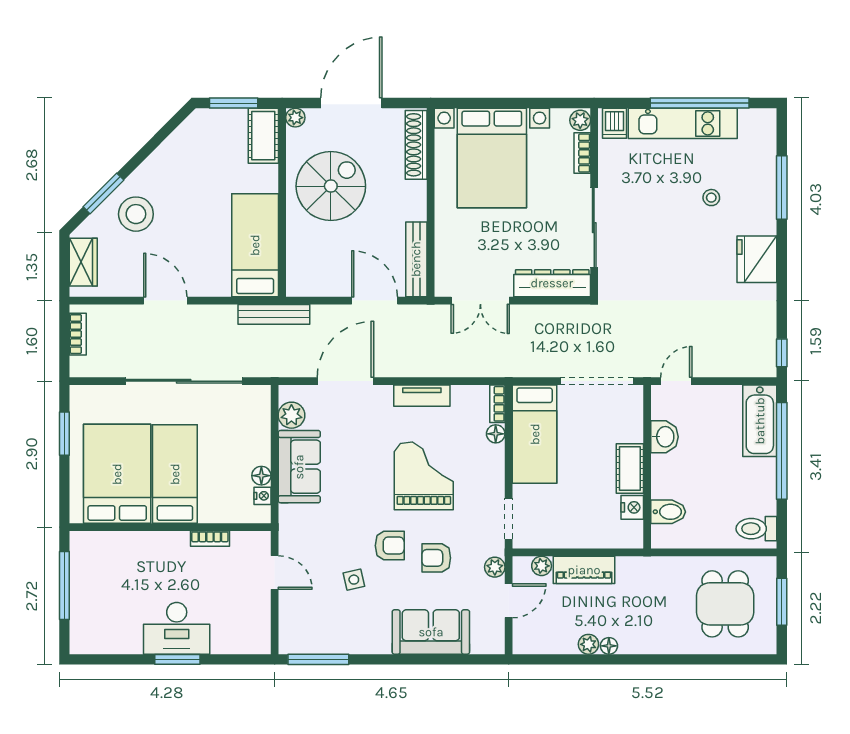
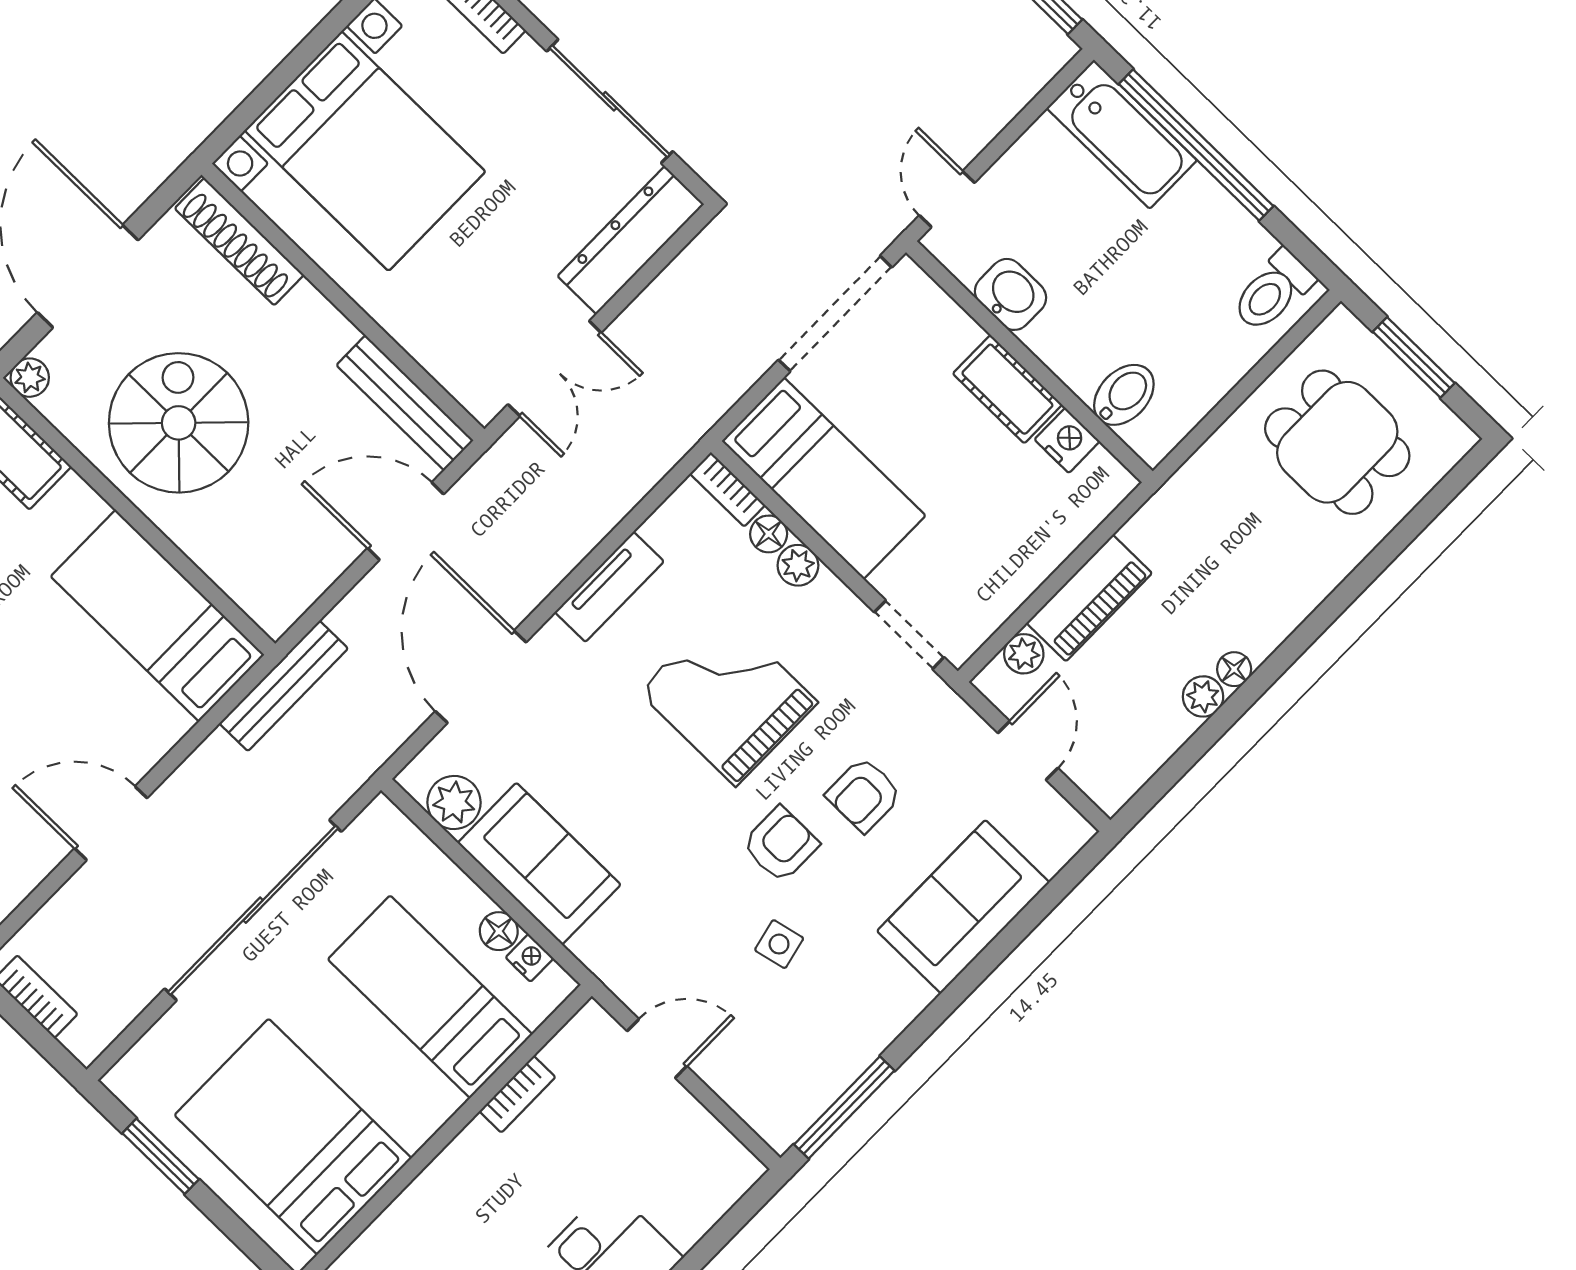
bed: (175, 474) -> (430, 997), moved
plant: (495, 567) -> (798, 565), moved

